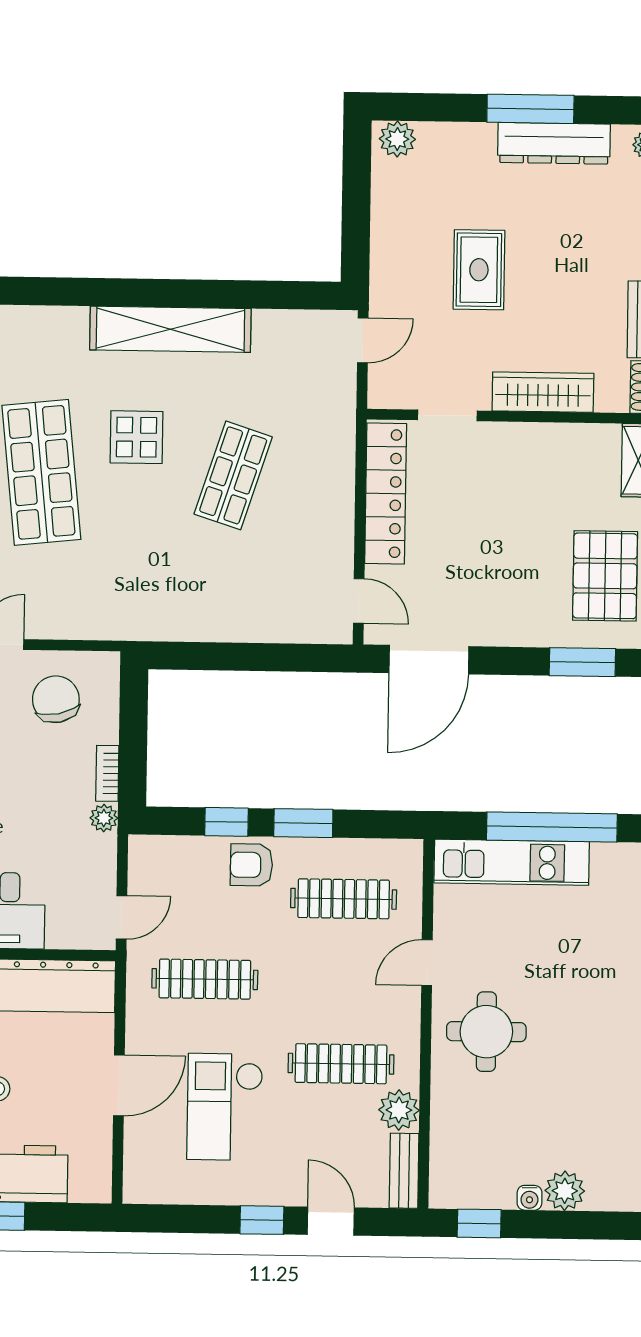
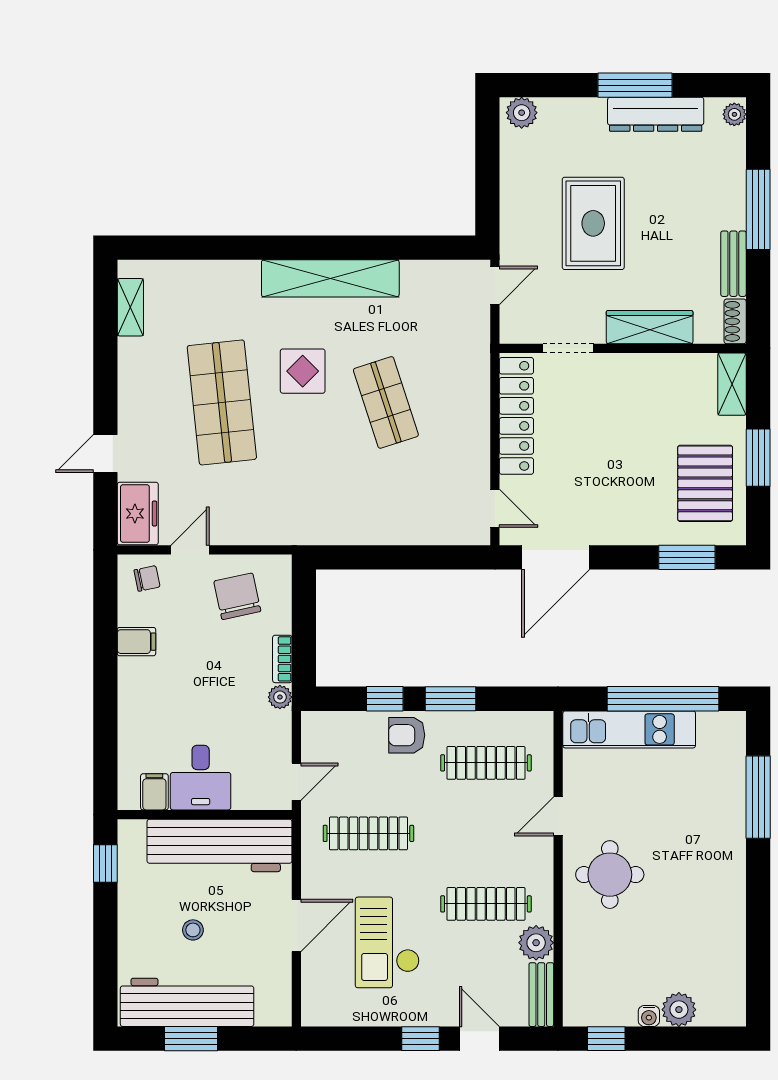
rug: (479, 270) -> (593, 223), width x1.36, depth x1.43
shop shelf: (233, 475) -> (386, 402), turned -36

